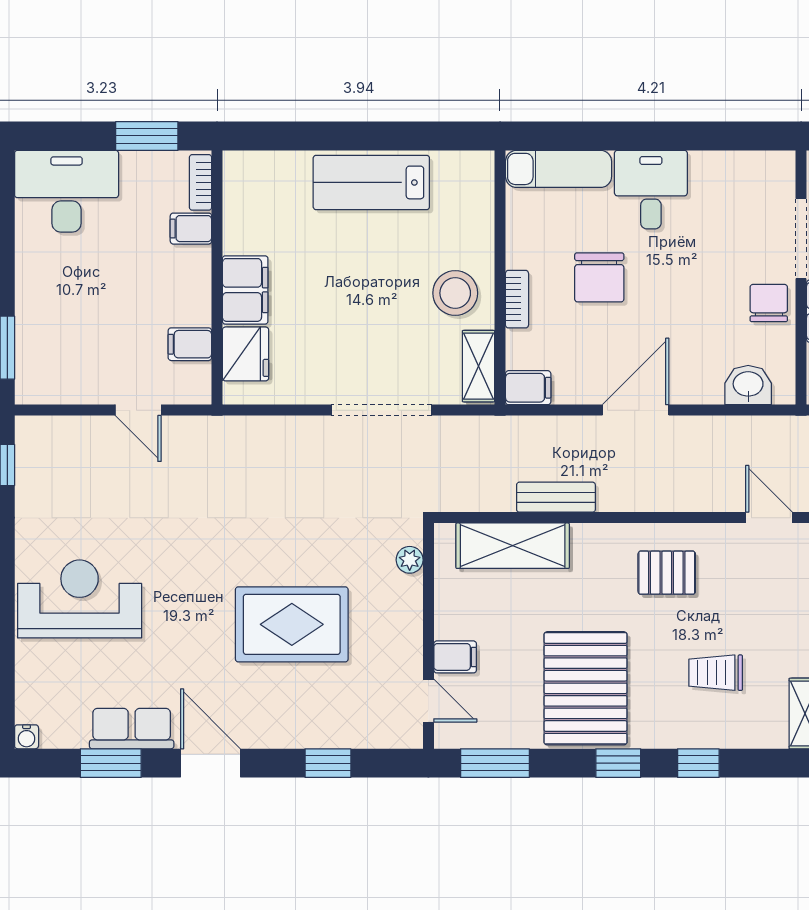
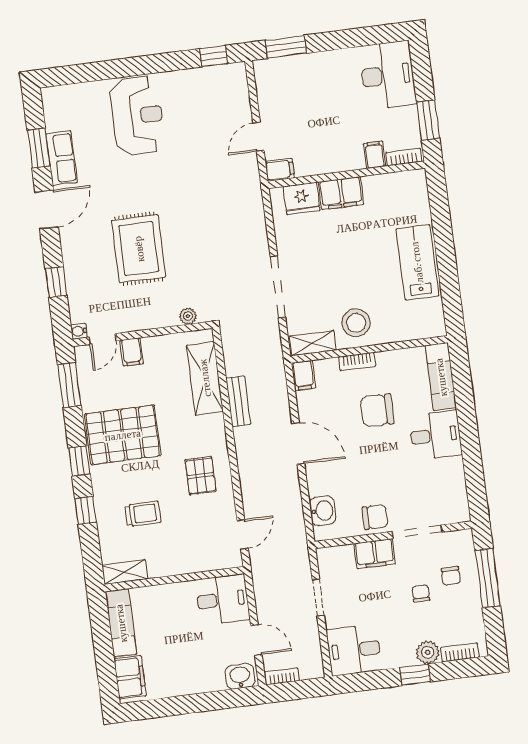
filing cabinet: (190, 344) -> (280, 170), moved, turned 90
trolley: (716, 673) -> (143, 514), turned 90
water cooler: (27, 737) -> (79, 331), moved

